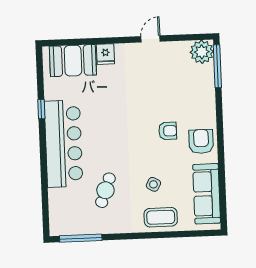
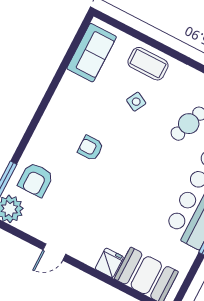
armchair: (201, 141) -> (36, 180), moved
sofa: (207, 194) -> (92, 53), width x0.73

